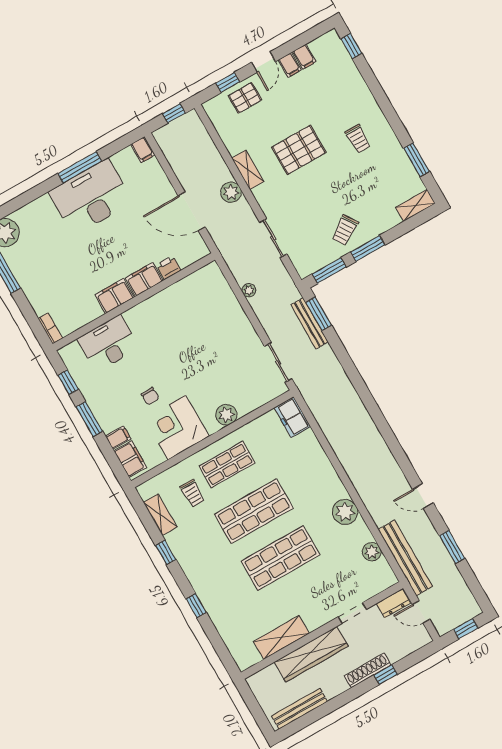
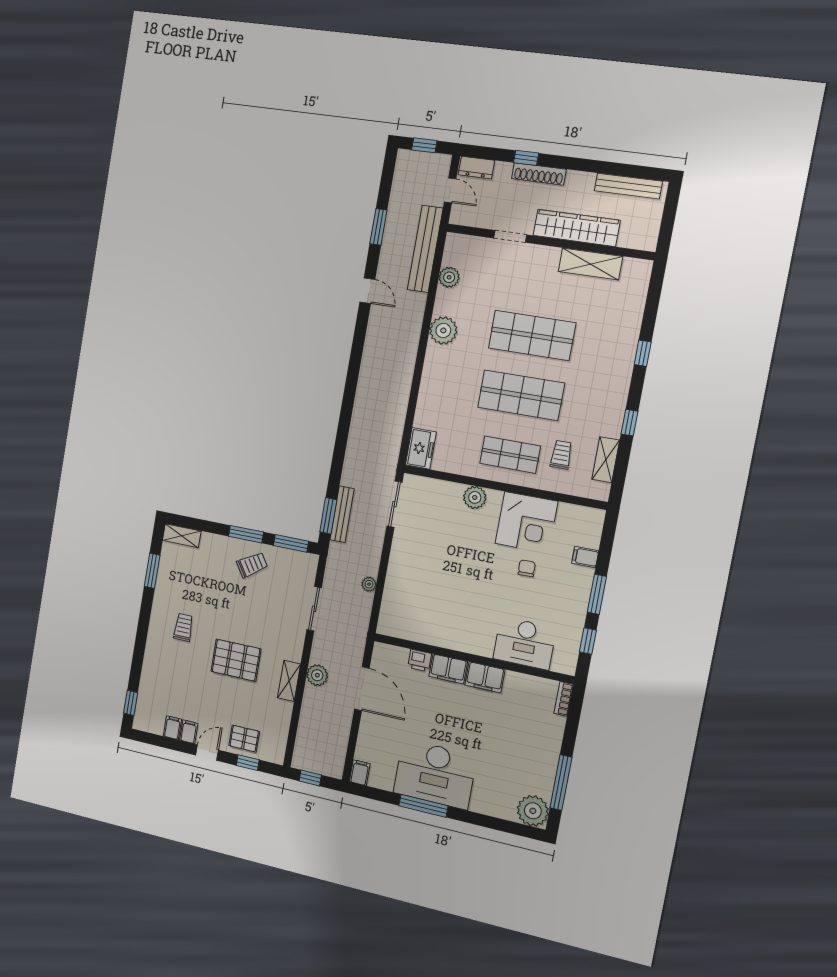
filing cabinet: (130, 459) -> (590, 530), removed
dresser: (393, 603) -> (476, 168), moved, turned 180

